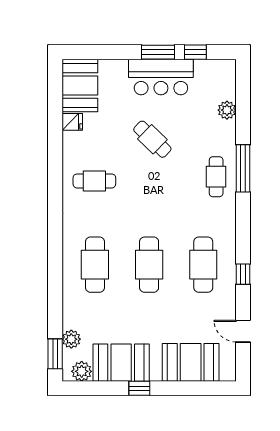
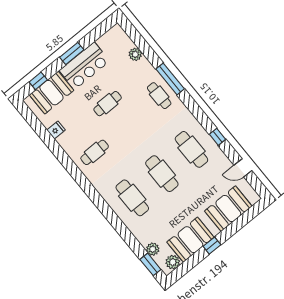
window: (195, 52) -> (38, 81), moved
booth: (80, 86) -> (51, 93), moved, turned 90
cafe table: (152, 139) -> (108, 104), turned -44

